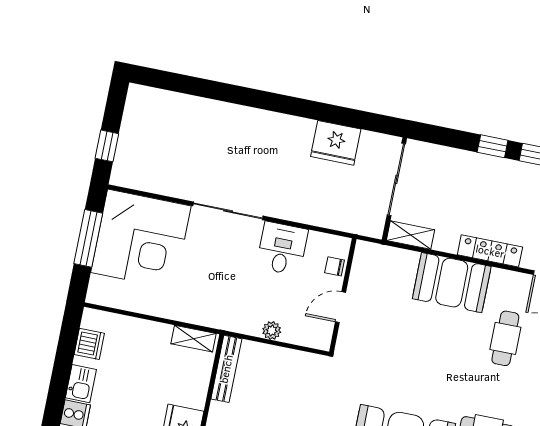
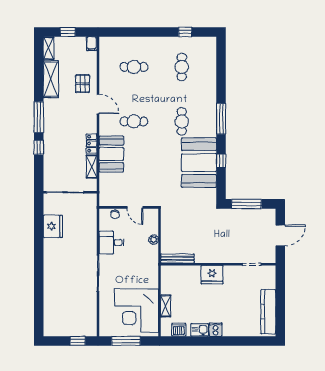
shelving: (411, 235) -> (92, 166), moved
corner desk: (141, 239) -> (137, 311), moved, turned 180
locker: (490, 251) -> (92, 144), width x0.66
shelving: (194, 339) -> (166, 306), moved

